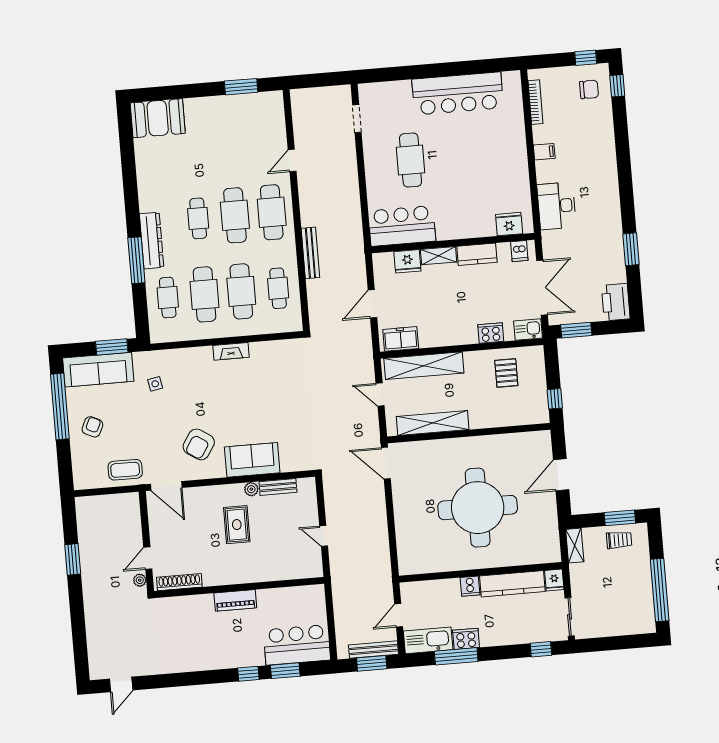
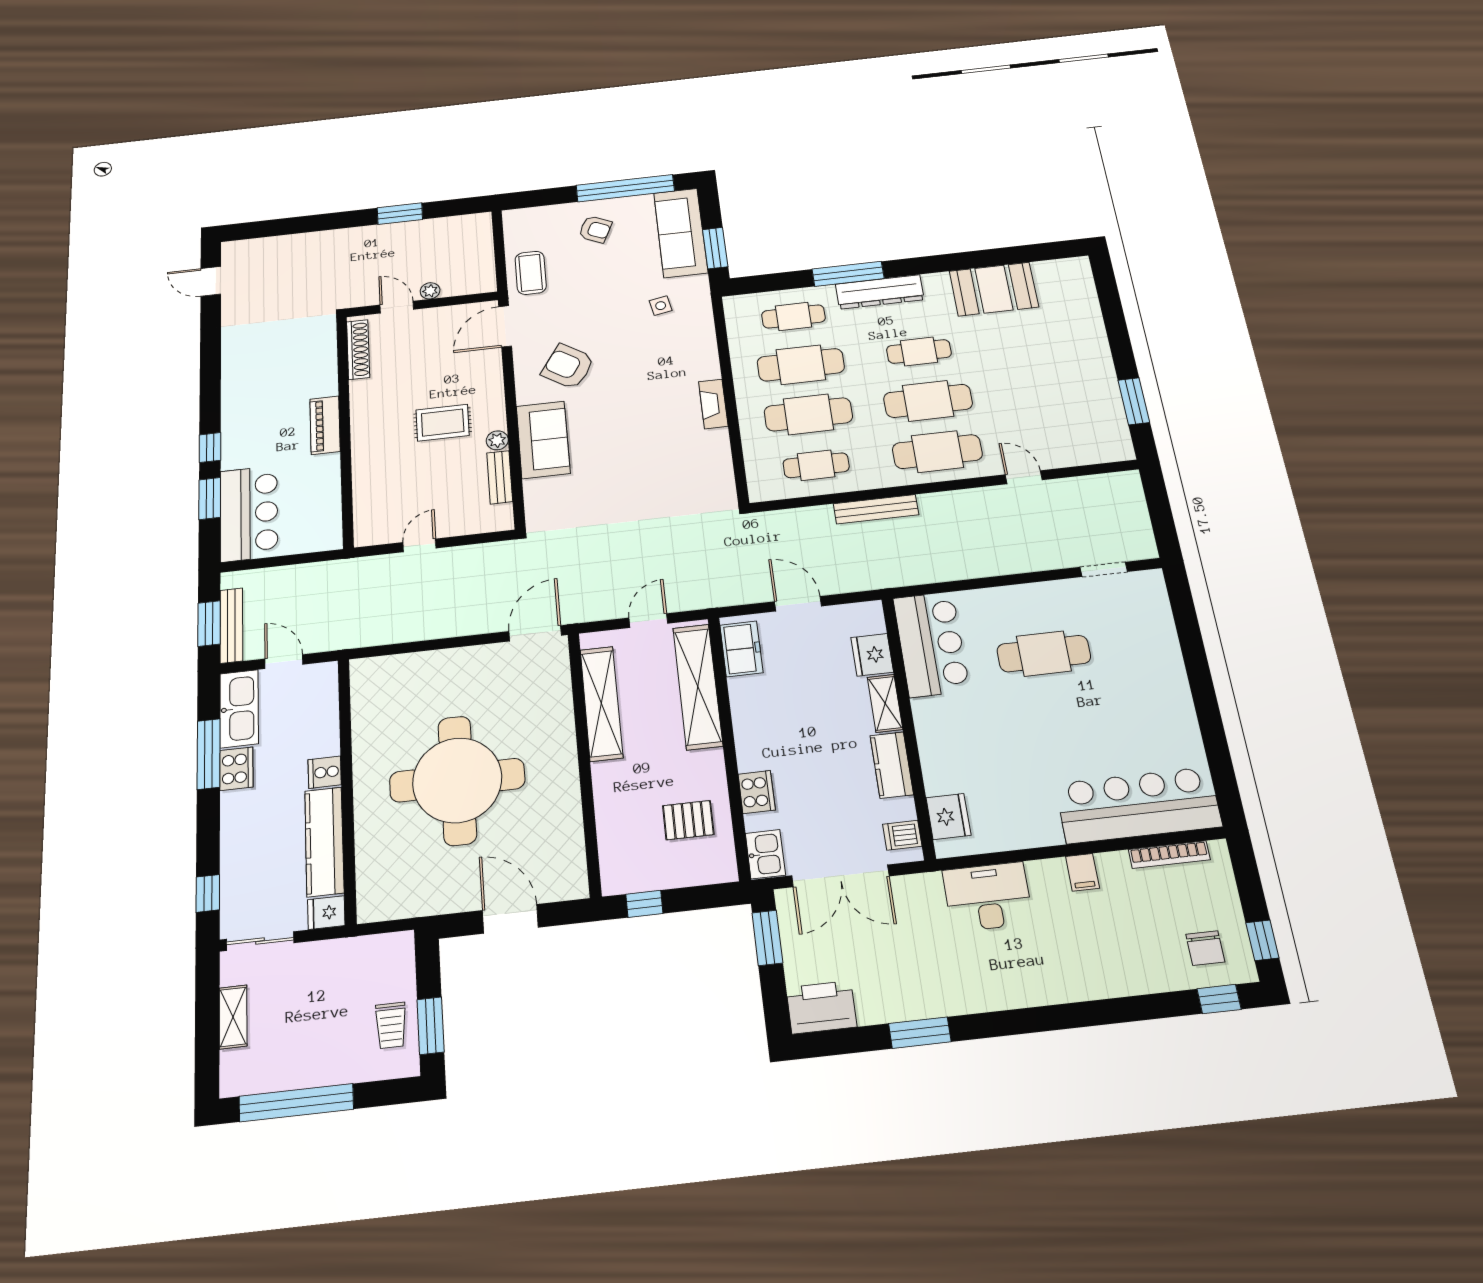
bar counter: (458, 94) -> (1138, 805), moved, turned 90
booth: (158, 118) -> (994, 289), moved, turned 90
shelving: (575, 546) -> (233, 1017), moved, turned 90
plant: (140, 580) -> (430, 291), moved

